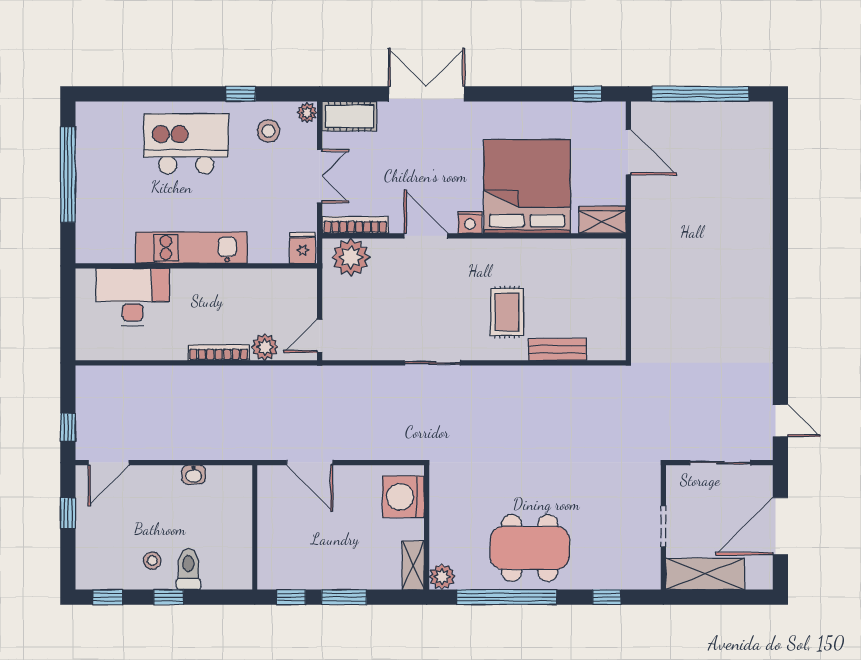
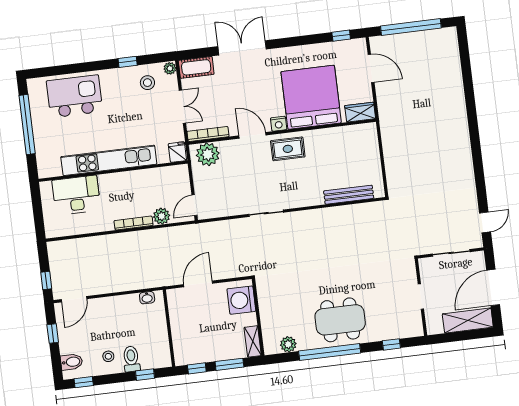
kitchen island: (186, 144) -> (74, 96), moved
kitchen unit: (191, 248) -> (109, 160), width x1.36
rug: (507, 312) -> (288, 149), moved, turned 90
bench: (557, 349) -> (349, 195), width x1.36
door: (780, 420) -> (485, 222), hinge flipped
door: (310, 463) -> (198, 284), swing flipped
washbasin: (194, 475) -> (147, 298), moved
washing machine: (403, 497) -> (241, 300), moved
wall: (427, 527) -> (258, 317), moved
bidet: (93, 562) -> (72, 362), added
shelving: (413, 565) -> (253, 341), moved
shelving: (705, 574) -> (468, 321), moved
window: (169, 597) -> (145, 375), moved

